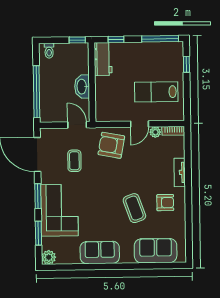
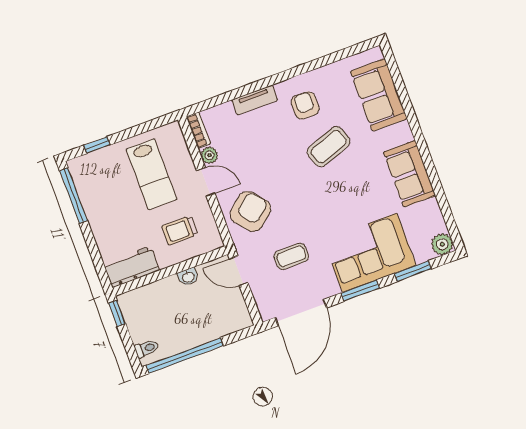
window: (116, 39) -> (97, 258), removed
washbasin: (82, 87) -> (188, 277), width x0.52, depth x0.69
window: (36, 92) -> (185, 356), moved
trolley: (115, 97) -> (180, 230), added
door: (77, 125) -> (239, 271), hinge flipped
armchair: (111, 145) -> (250, 211), turned -141

